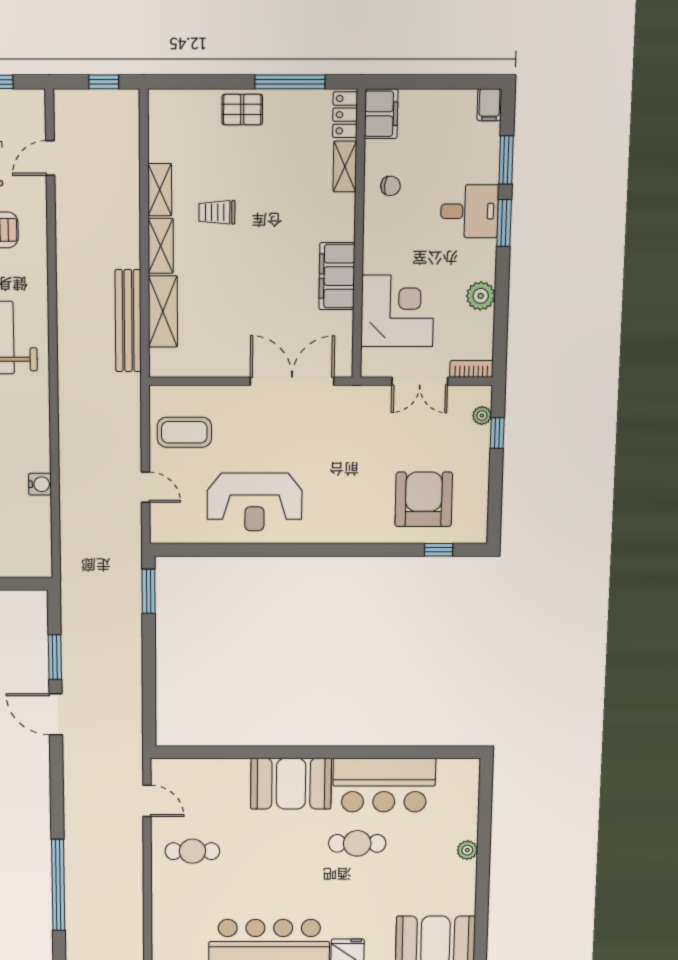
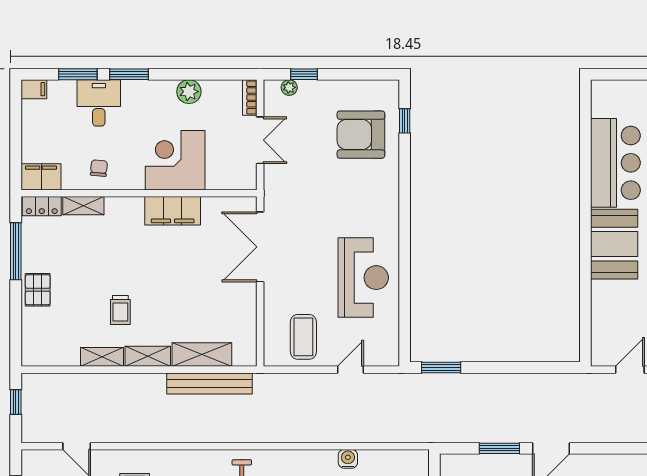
desk: (469, 211) -> (99, 103), moved
corner desk: (397, 311) -> (175, 160), moved

